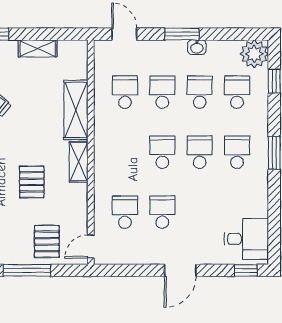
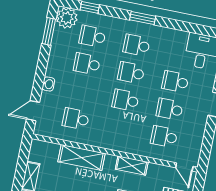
window: (182, 34) -> (49, 31), moved
washbasin: (197, 47) -> (48, 84), moved
school desk: (162, 92) -> (175, 82), moved
shelving: (79, 162) -> (132, 166), moved

